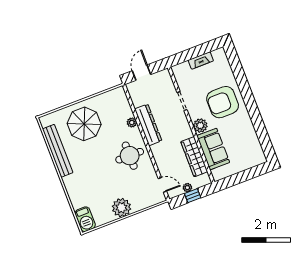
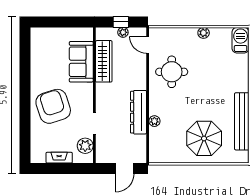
armchair: (223, 102) -> (53, 106), turned -108
plant: (200, 126) -> (85, 146), moved
round table: (130, 156) -> (172, 72), moved
plant: (121, 208) -> (204, 33), width x0.53, depth x0.53

